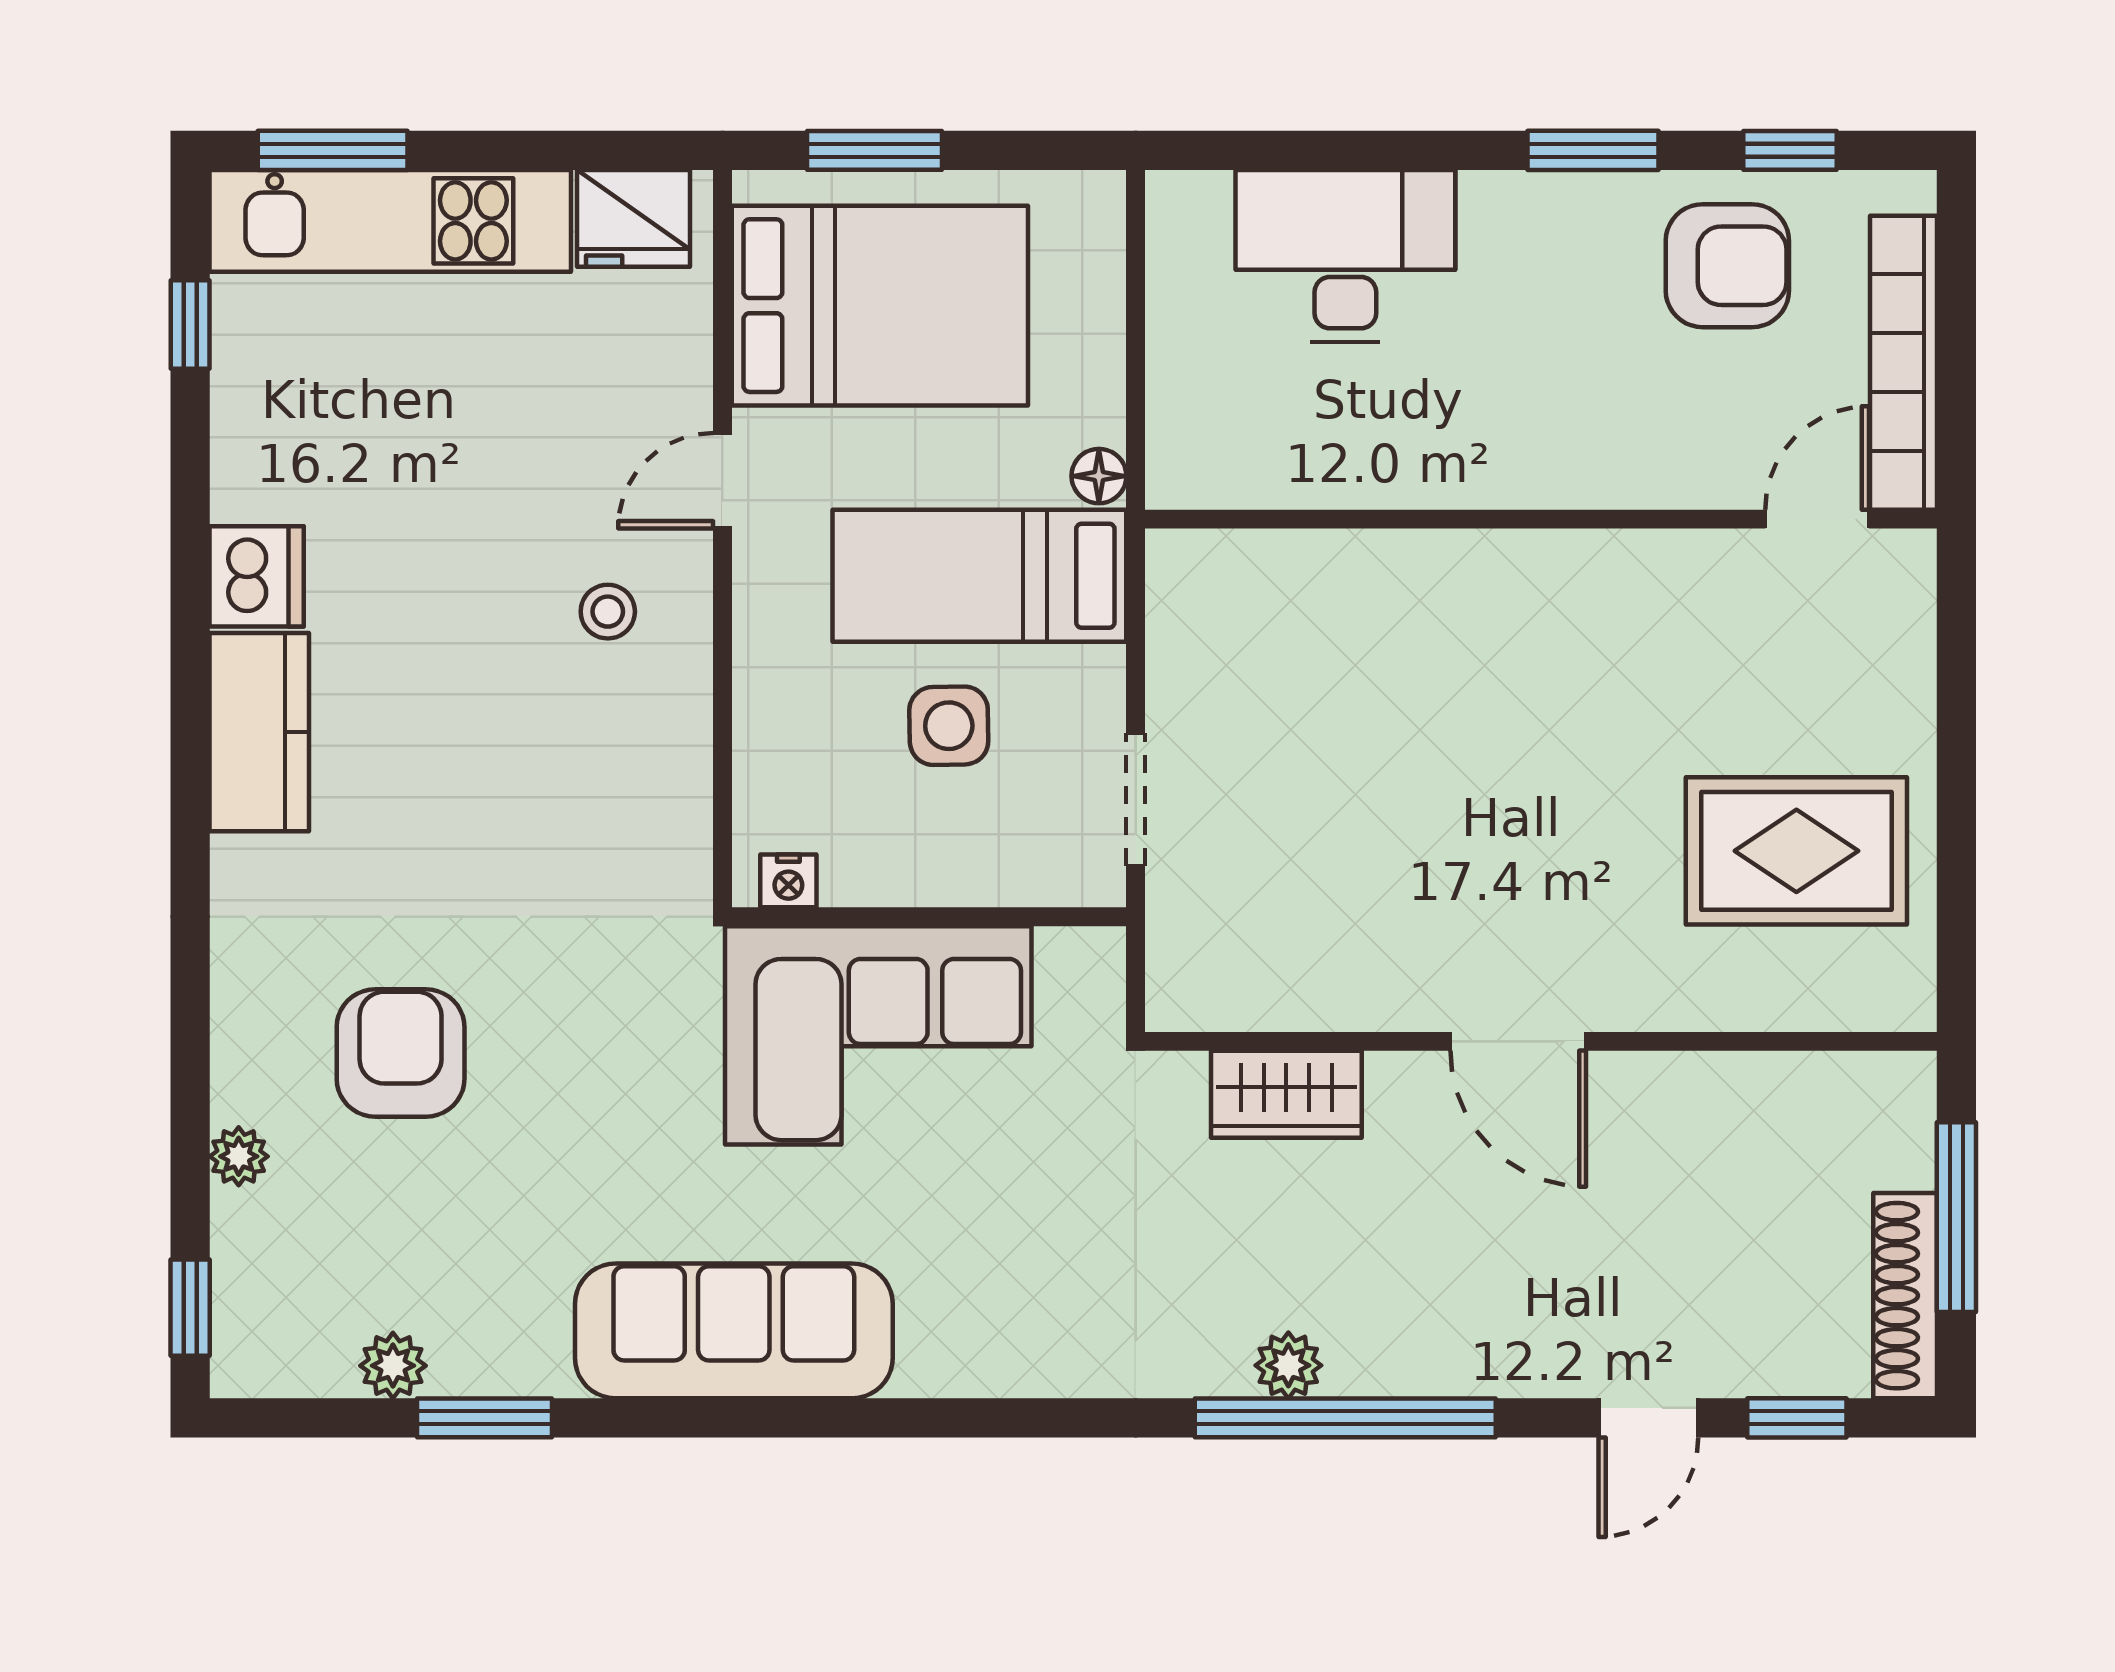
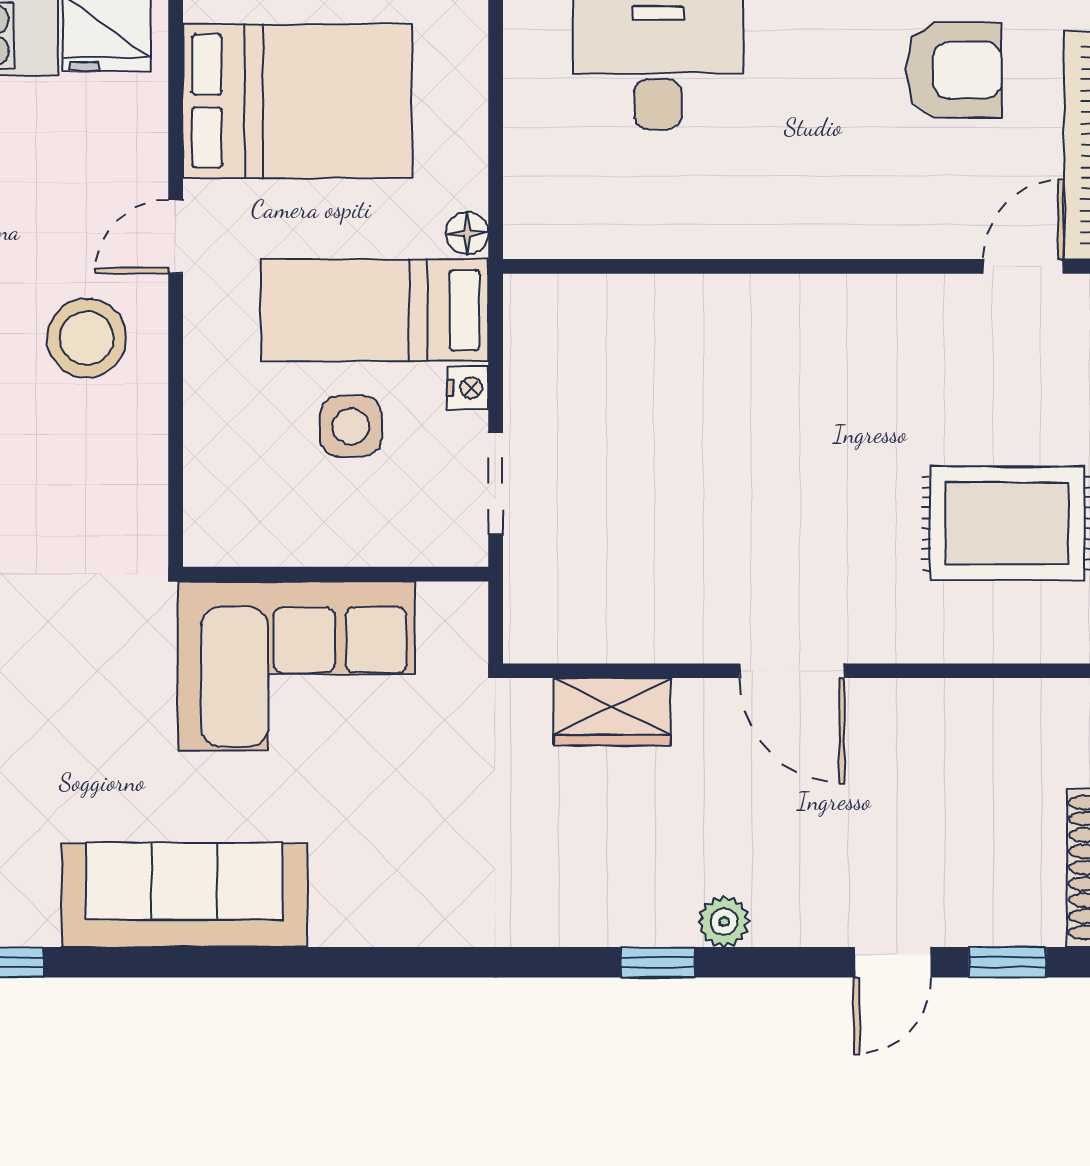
stool: (608, 612) -> (87, 338), width x1.89, depth x1.89
nightstand: (788, 881) -> (468, 388), moved, turned -90
plant: (1288, 1365) -> (724, 922), moved
window: (1345, 1418) -> (658, 962), width x0.32

